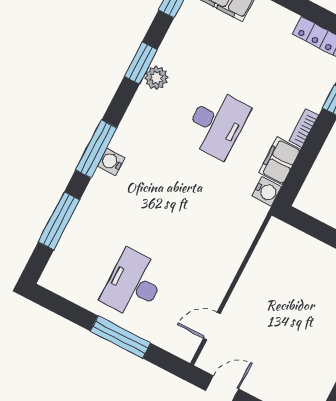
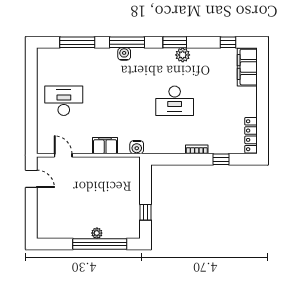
window: (141, 63) -> (175, 42), moved
filing cabinet: (280, 161) -> (105, 146), moved
water cooler: (267, 191) -> (137, 147), moved
window: (120, 337) -> (31, 108), removed

